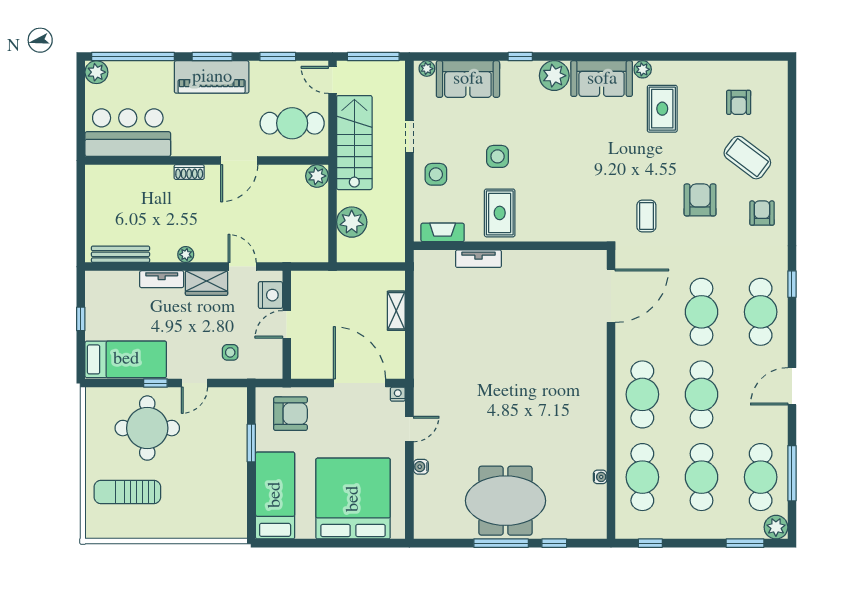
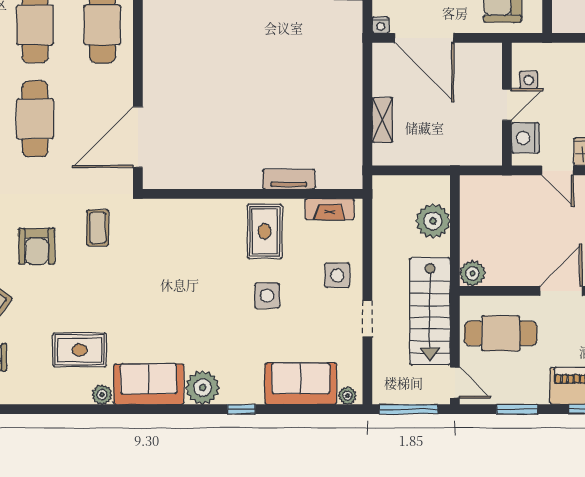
rug: (662, 109) -> (80, 350), turned 90
side table: (230, 352) -> (529, 80), moved

